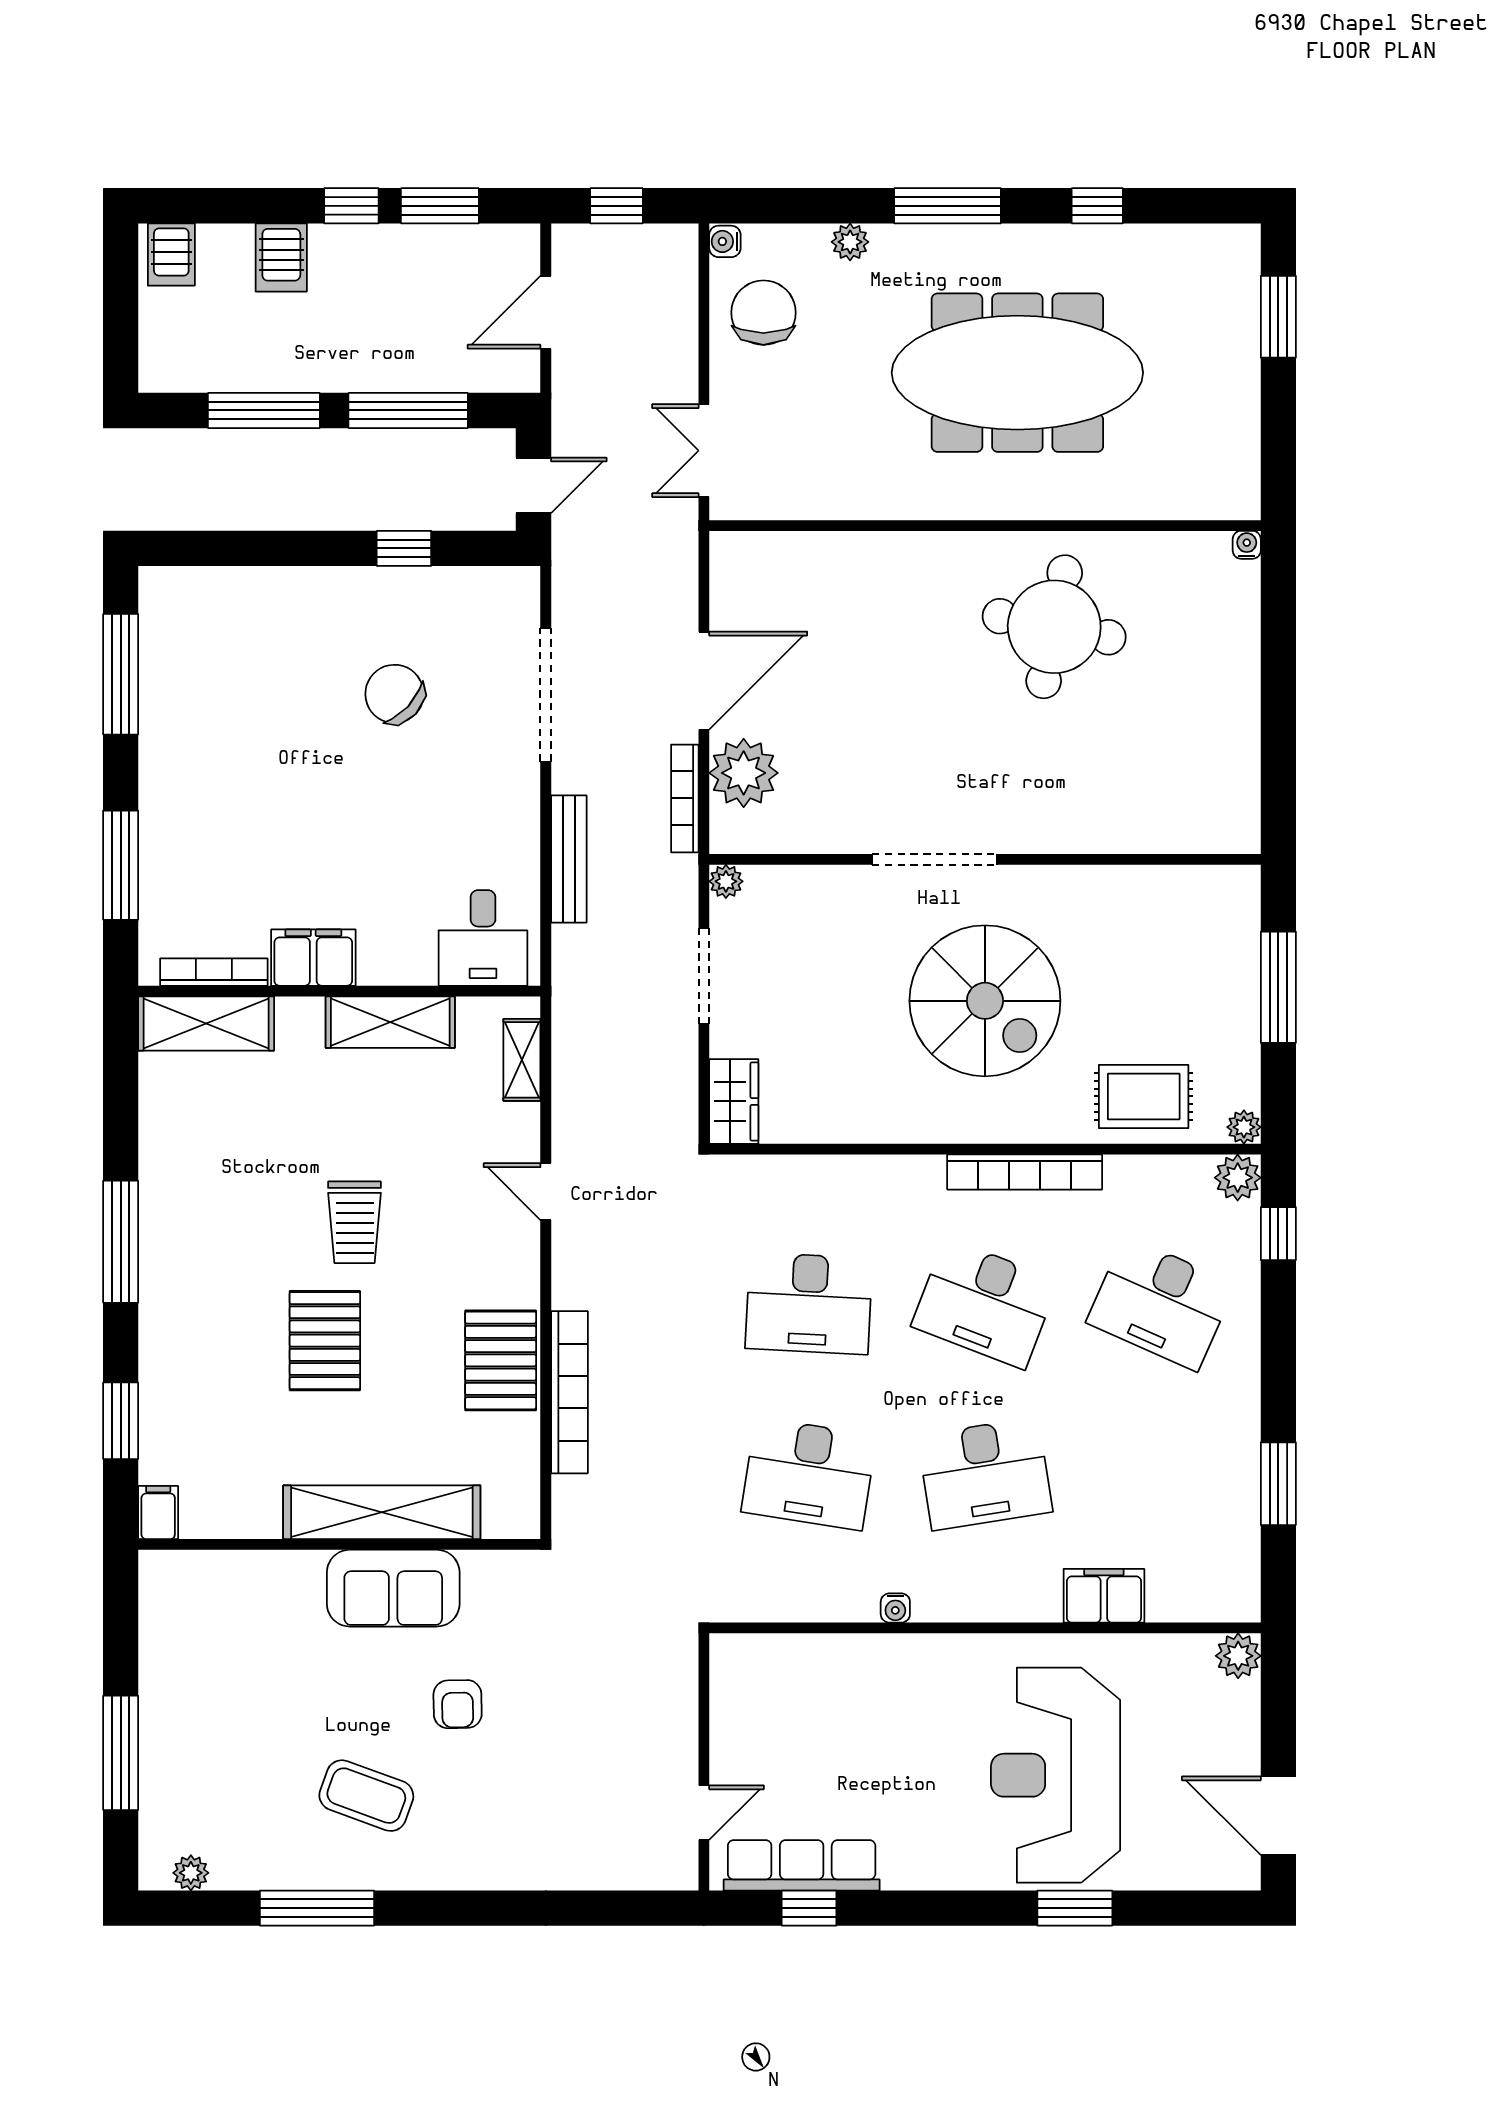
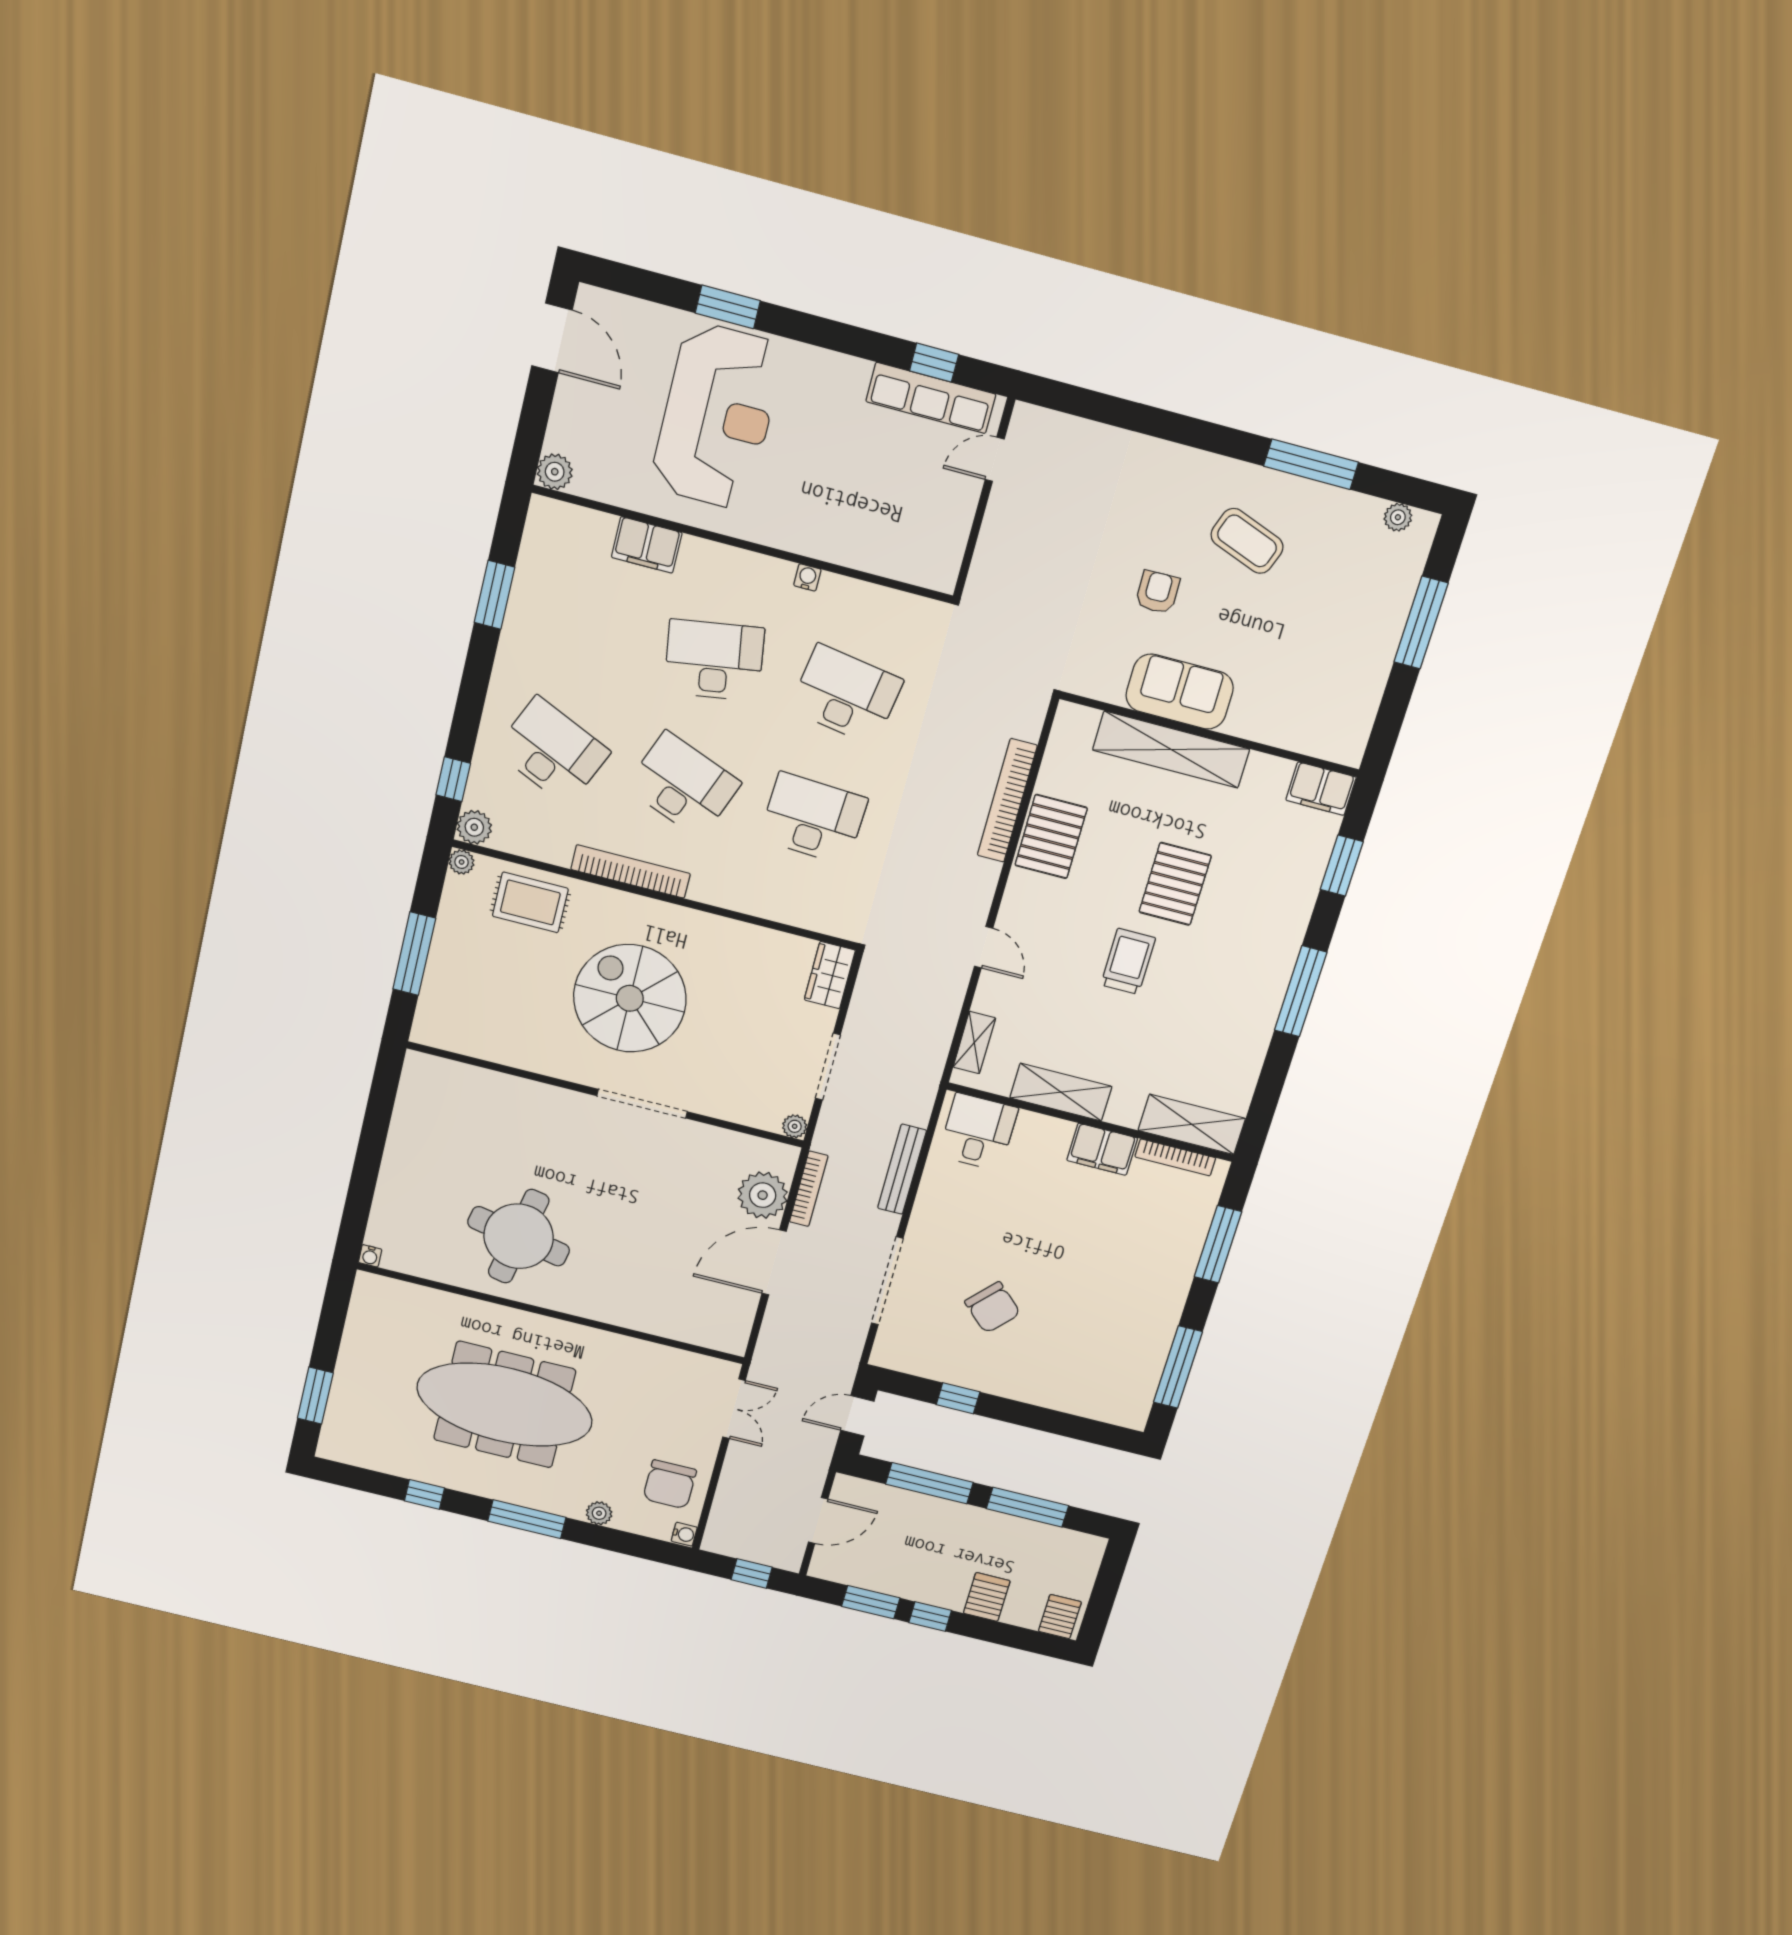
filing cabinet: (158, 1513) -> (1321, 789), width x2.00

